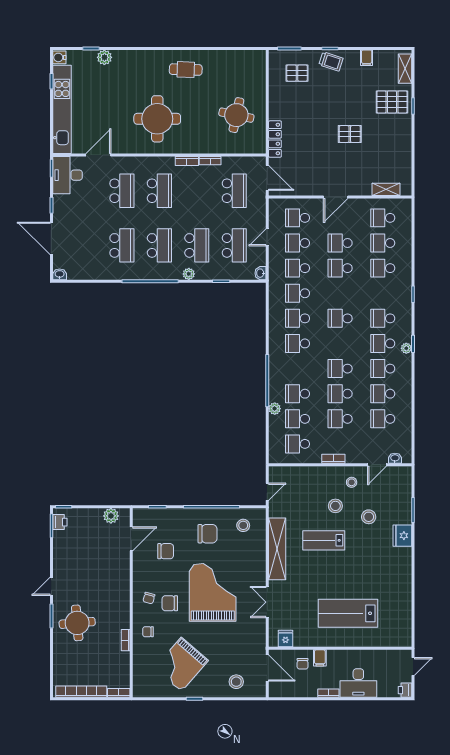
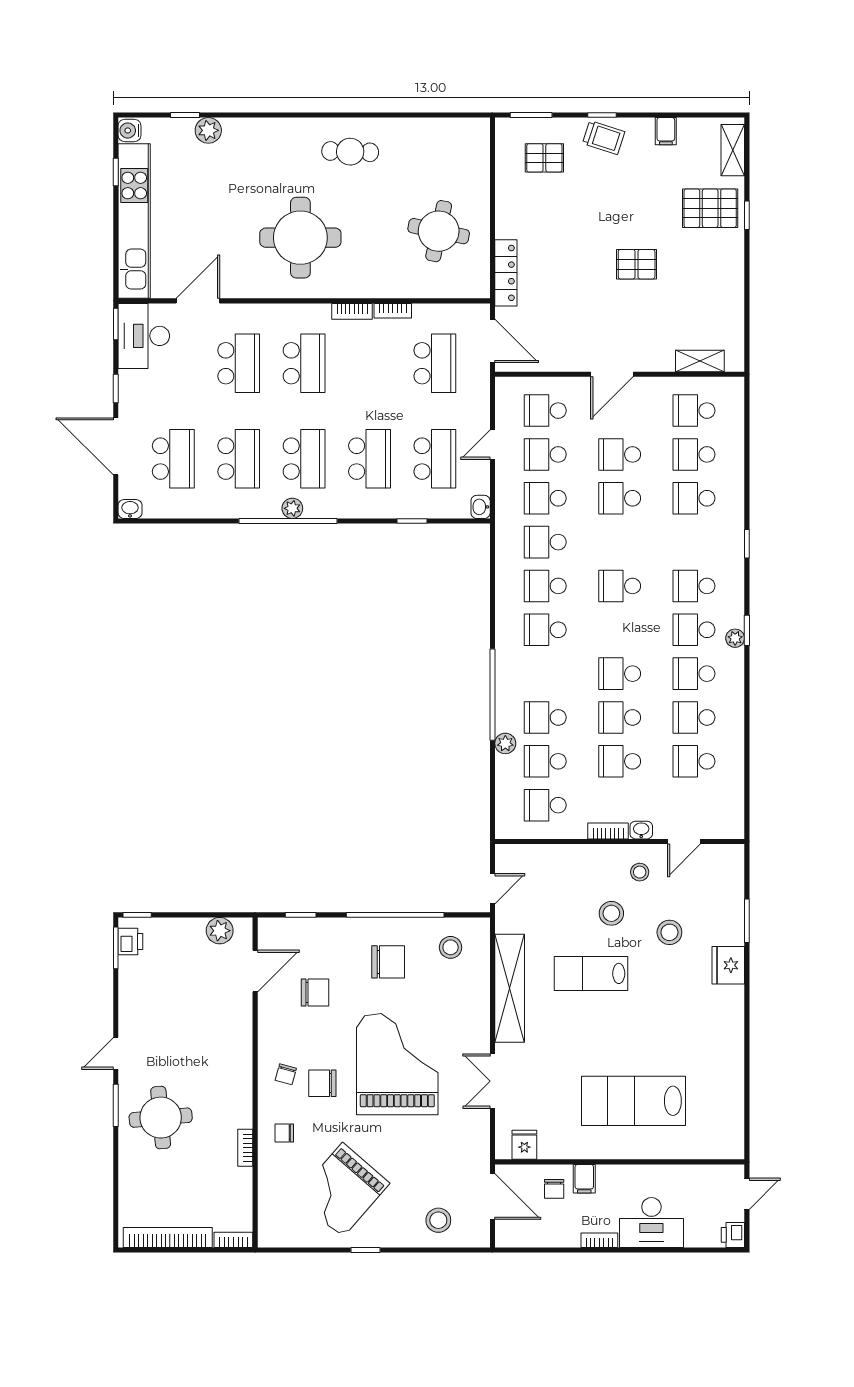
school desk: (84, 245) -> (173, 459), added
plant: (189, 274) -> (292, 508), moved
washbasin: (395, 458) -> (641, 830), moved

